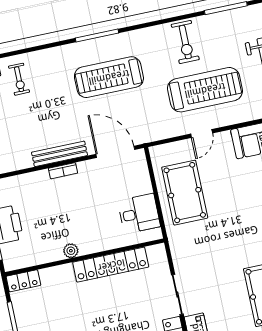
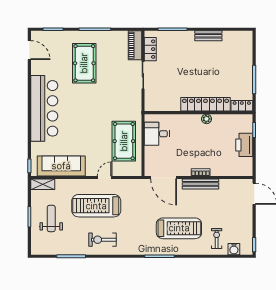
exercise bike: (185, 42) -> (103, 240), turned -90
treadmill: (109, 77) -> (179, 228), moved
locker: (111, 265) -> (205, 104), moved

